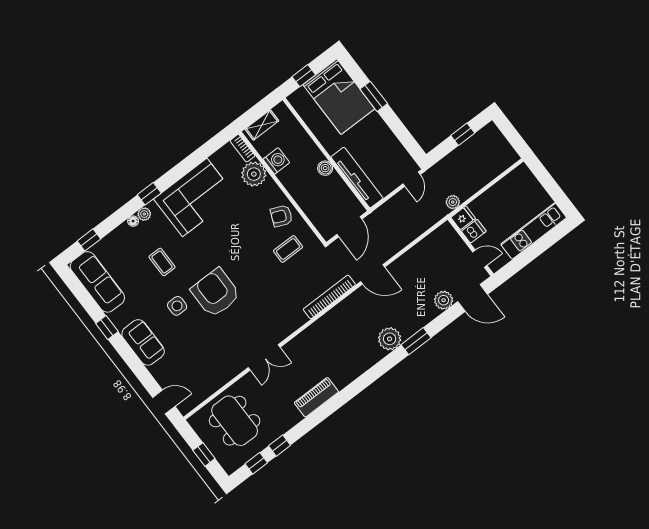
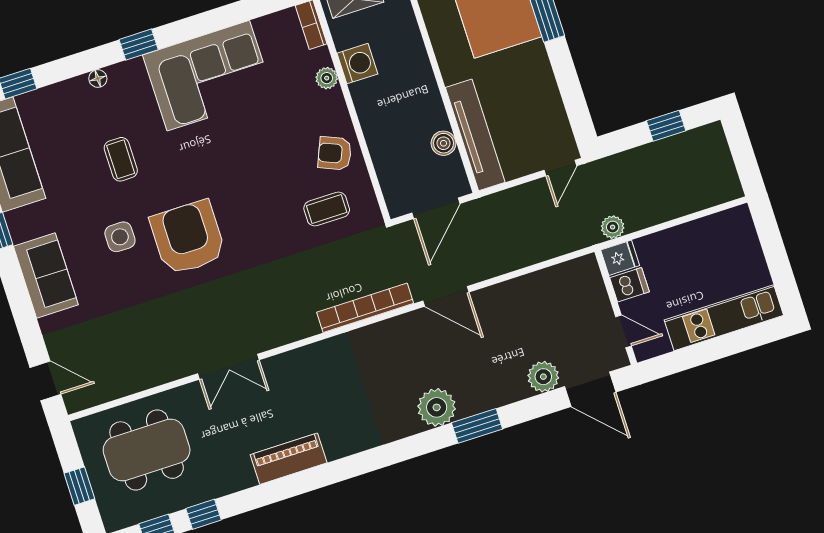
boiler: (325, 168) -> (444, 143), moved
plant: (254, 174) -> (327, 78), width x0.53, depth x0.53
plant: (144, 214) -> (119, 74), removed
dining table: (235, 421) -> (147, 450), turned 90

